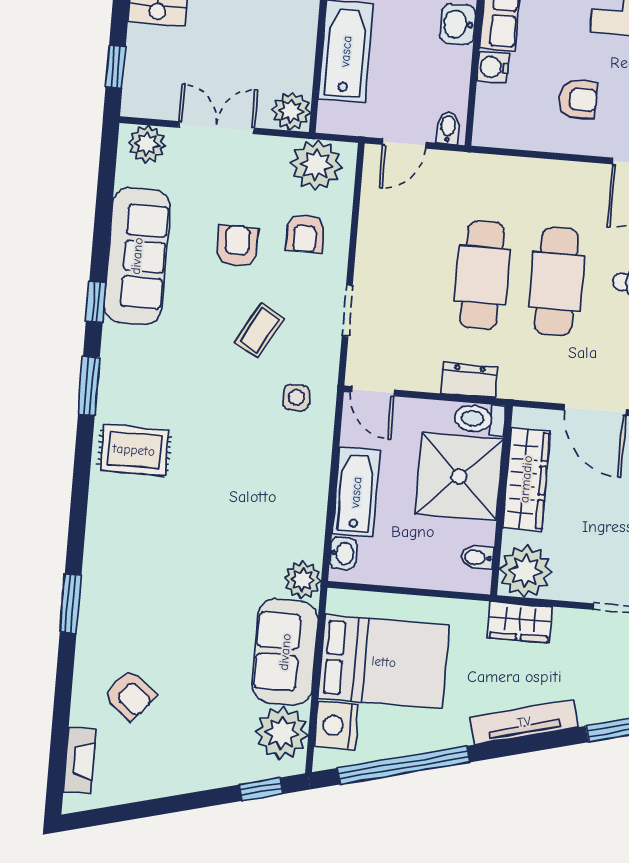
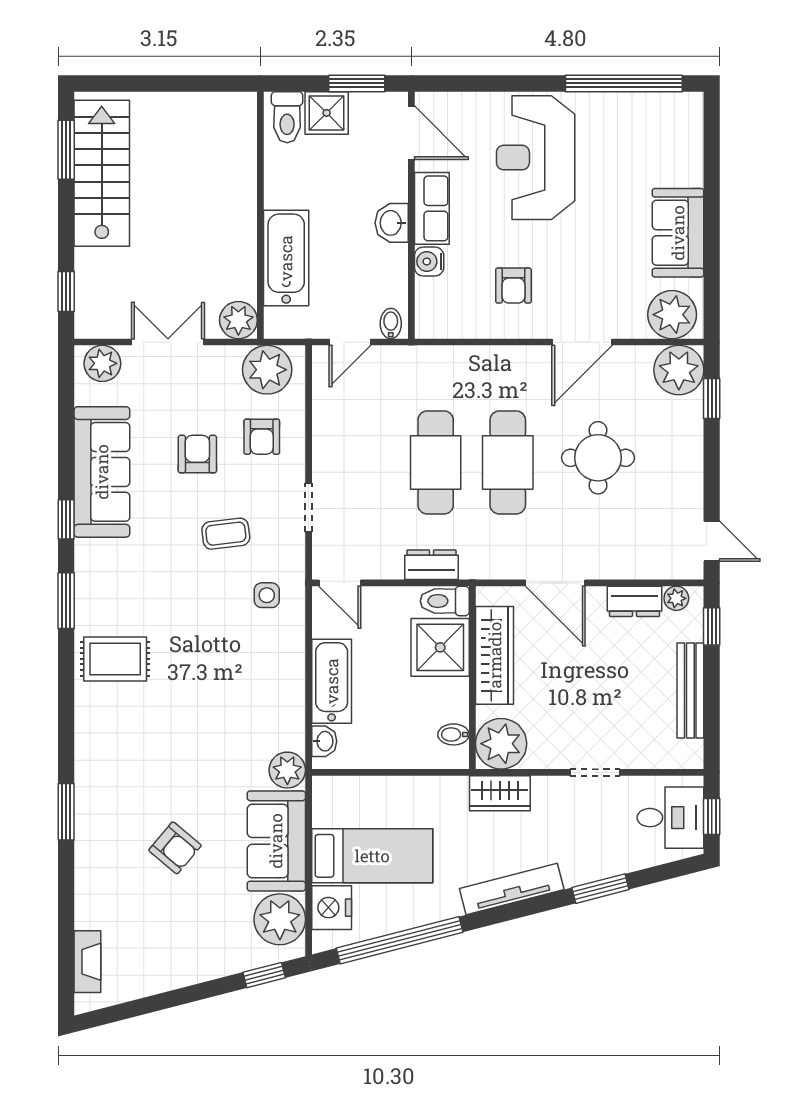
armchair: (578, 99) -> (513, 286), turned 90
coffee table: (260, 330) -> (226, 534), turned 54
shower: (459, 476) -> (440, 647), width x0.73, depth x0.73
bed: (384, 662) -> (372, 856), width x0.67
armchair: (130, 695) -> (175, 848), moved

